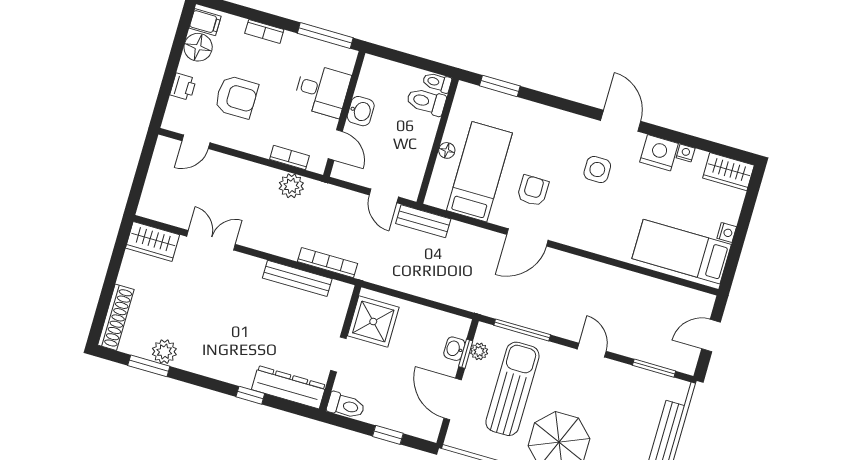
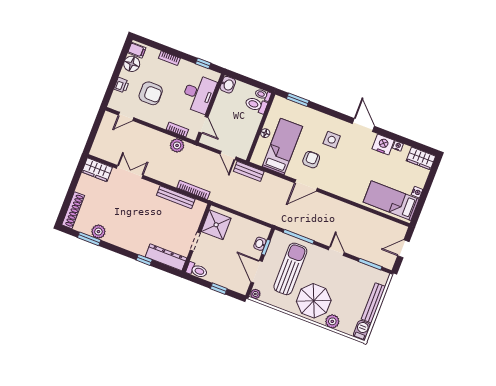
window: (325, 36) -> (203, 63), width x0.46
desk: (322, 90) -> (199, 94), width x1.37
washbasin: (361, 111) -> (228, 85), moved
side table: (597, 170) -> (332, 140), moved
plant: (479, 351) -> (255, 294), moved

